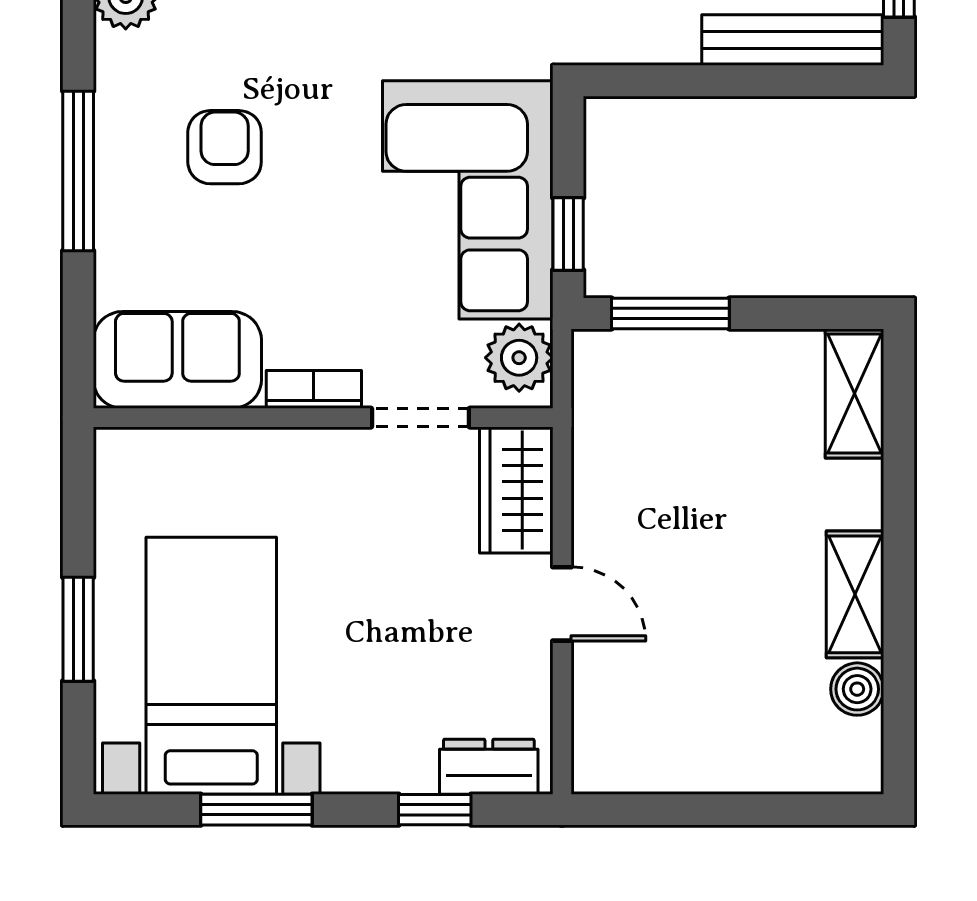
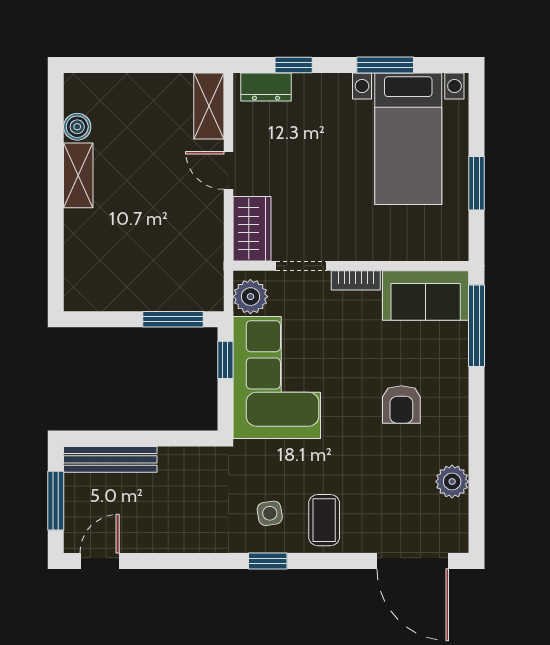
window: (78, 171) -> (476, 326), moved
shelving: (854, 393) -> (209, 106), moved
window: (78, 629) -> (476, 183), moved

